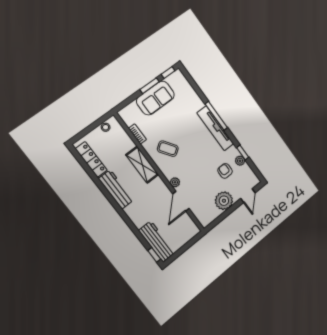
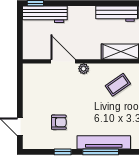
window: (216, 116) -> (101, 152), moved
plant: (240, 161) -> (57, 144), removed
plant: (224, 201) -> (33, 101), removed

